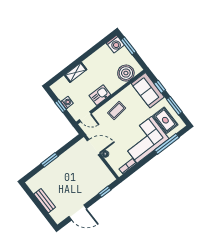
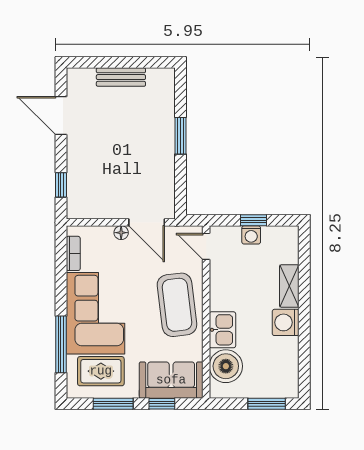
washing machine: (115, 44) -> (286, 322), moved
kitchen sink: (100, 95) -> (222, 330), moved
coffee table: (117, 111) -> (177, 305), width x1.86, depth x1.72
door: (85, 117) -> (206, 246), hinge flipped
door: (94, 147) -> (147, 222), hinge flipped
door: (78, 213) -> (61, 115), hinge flipped

